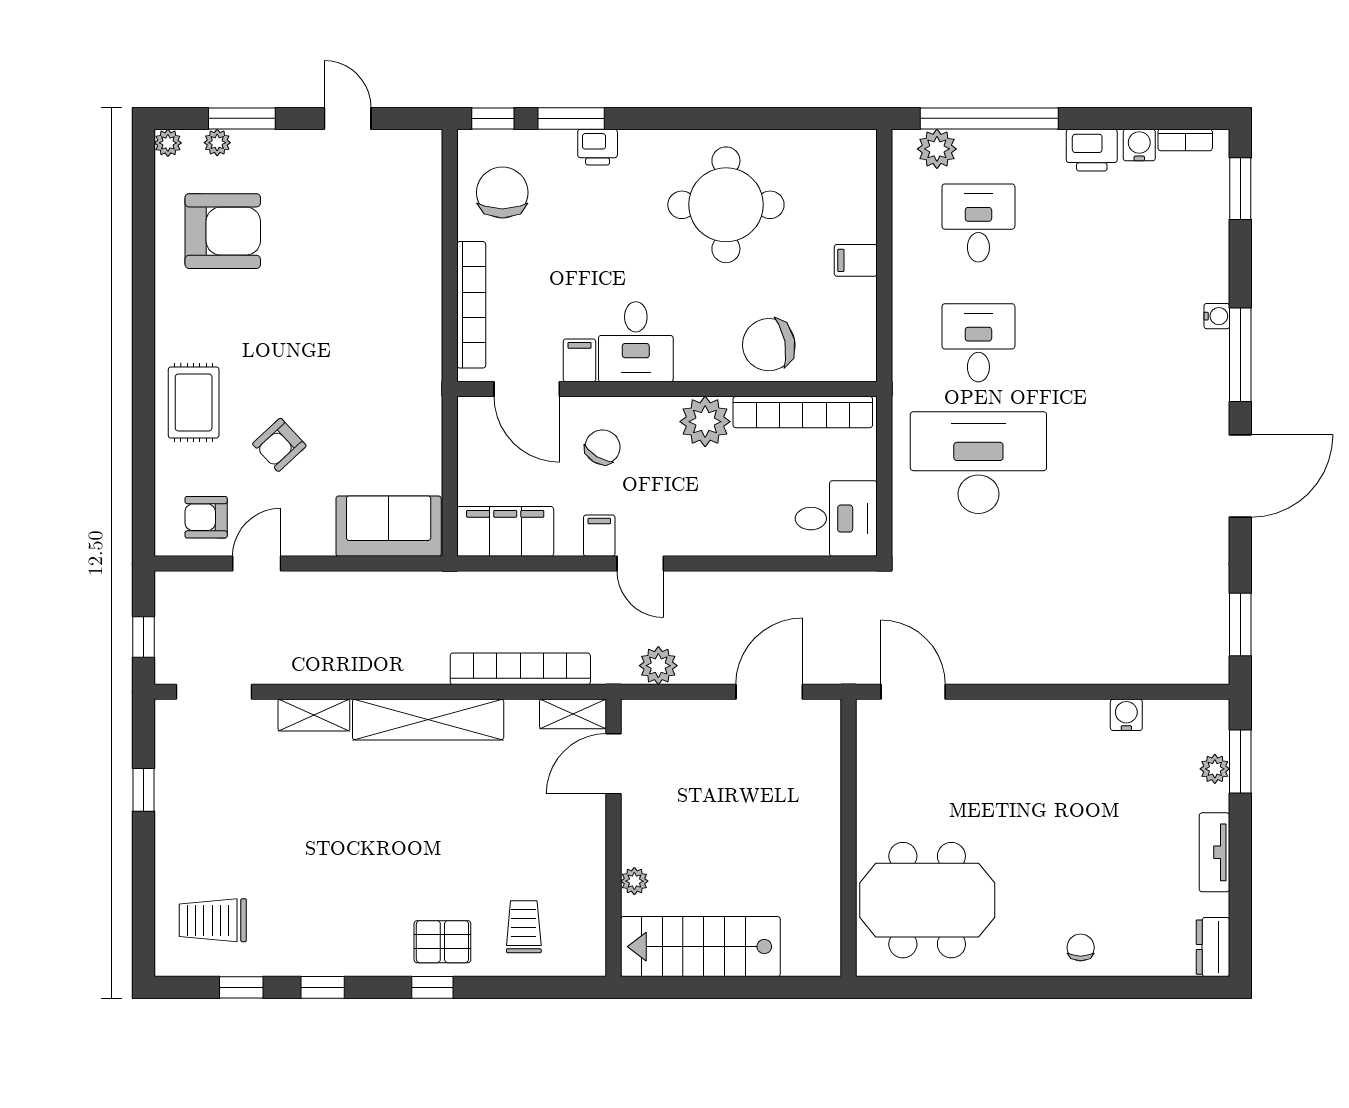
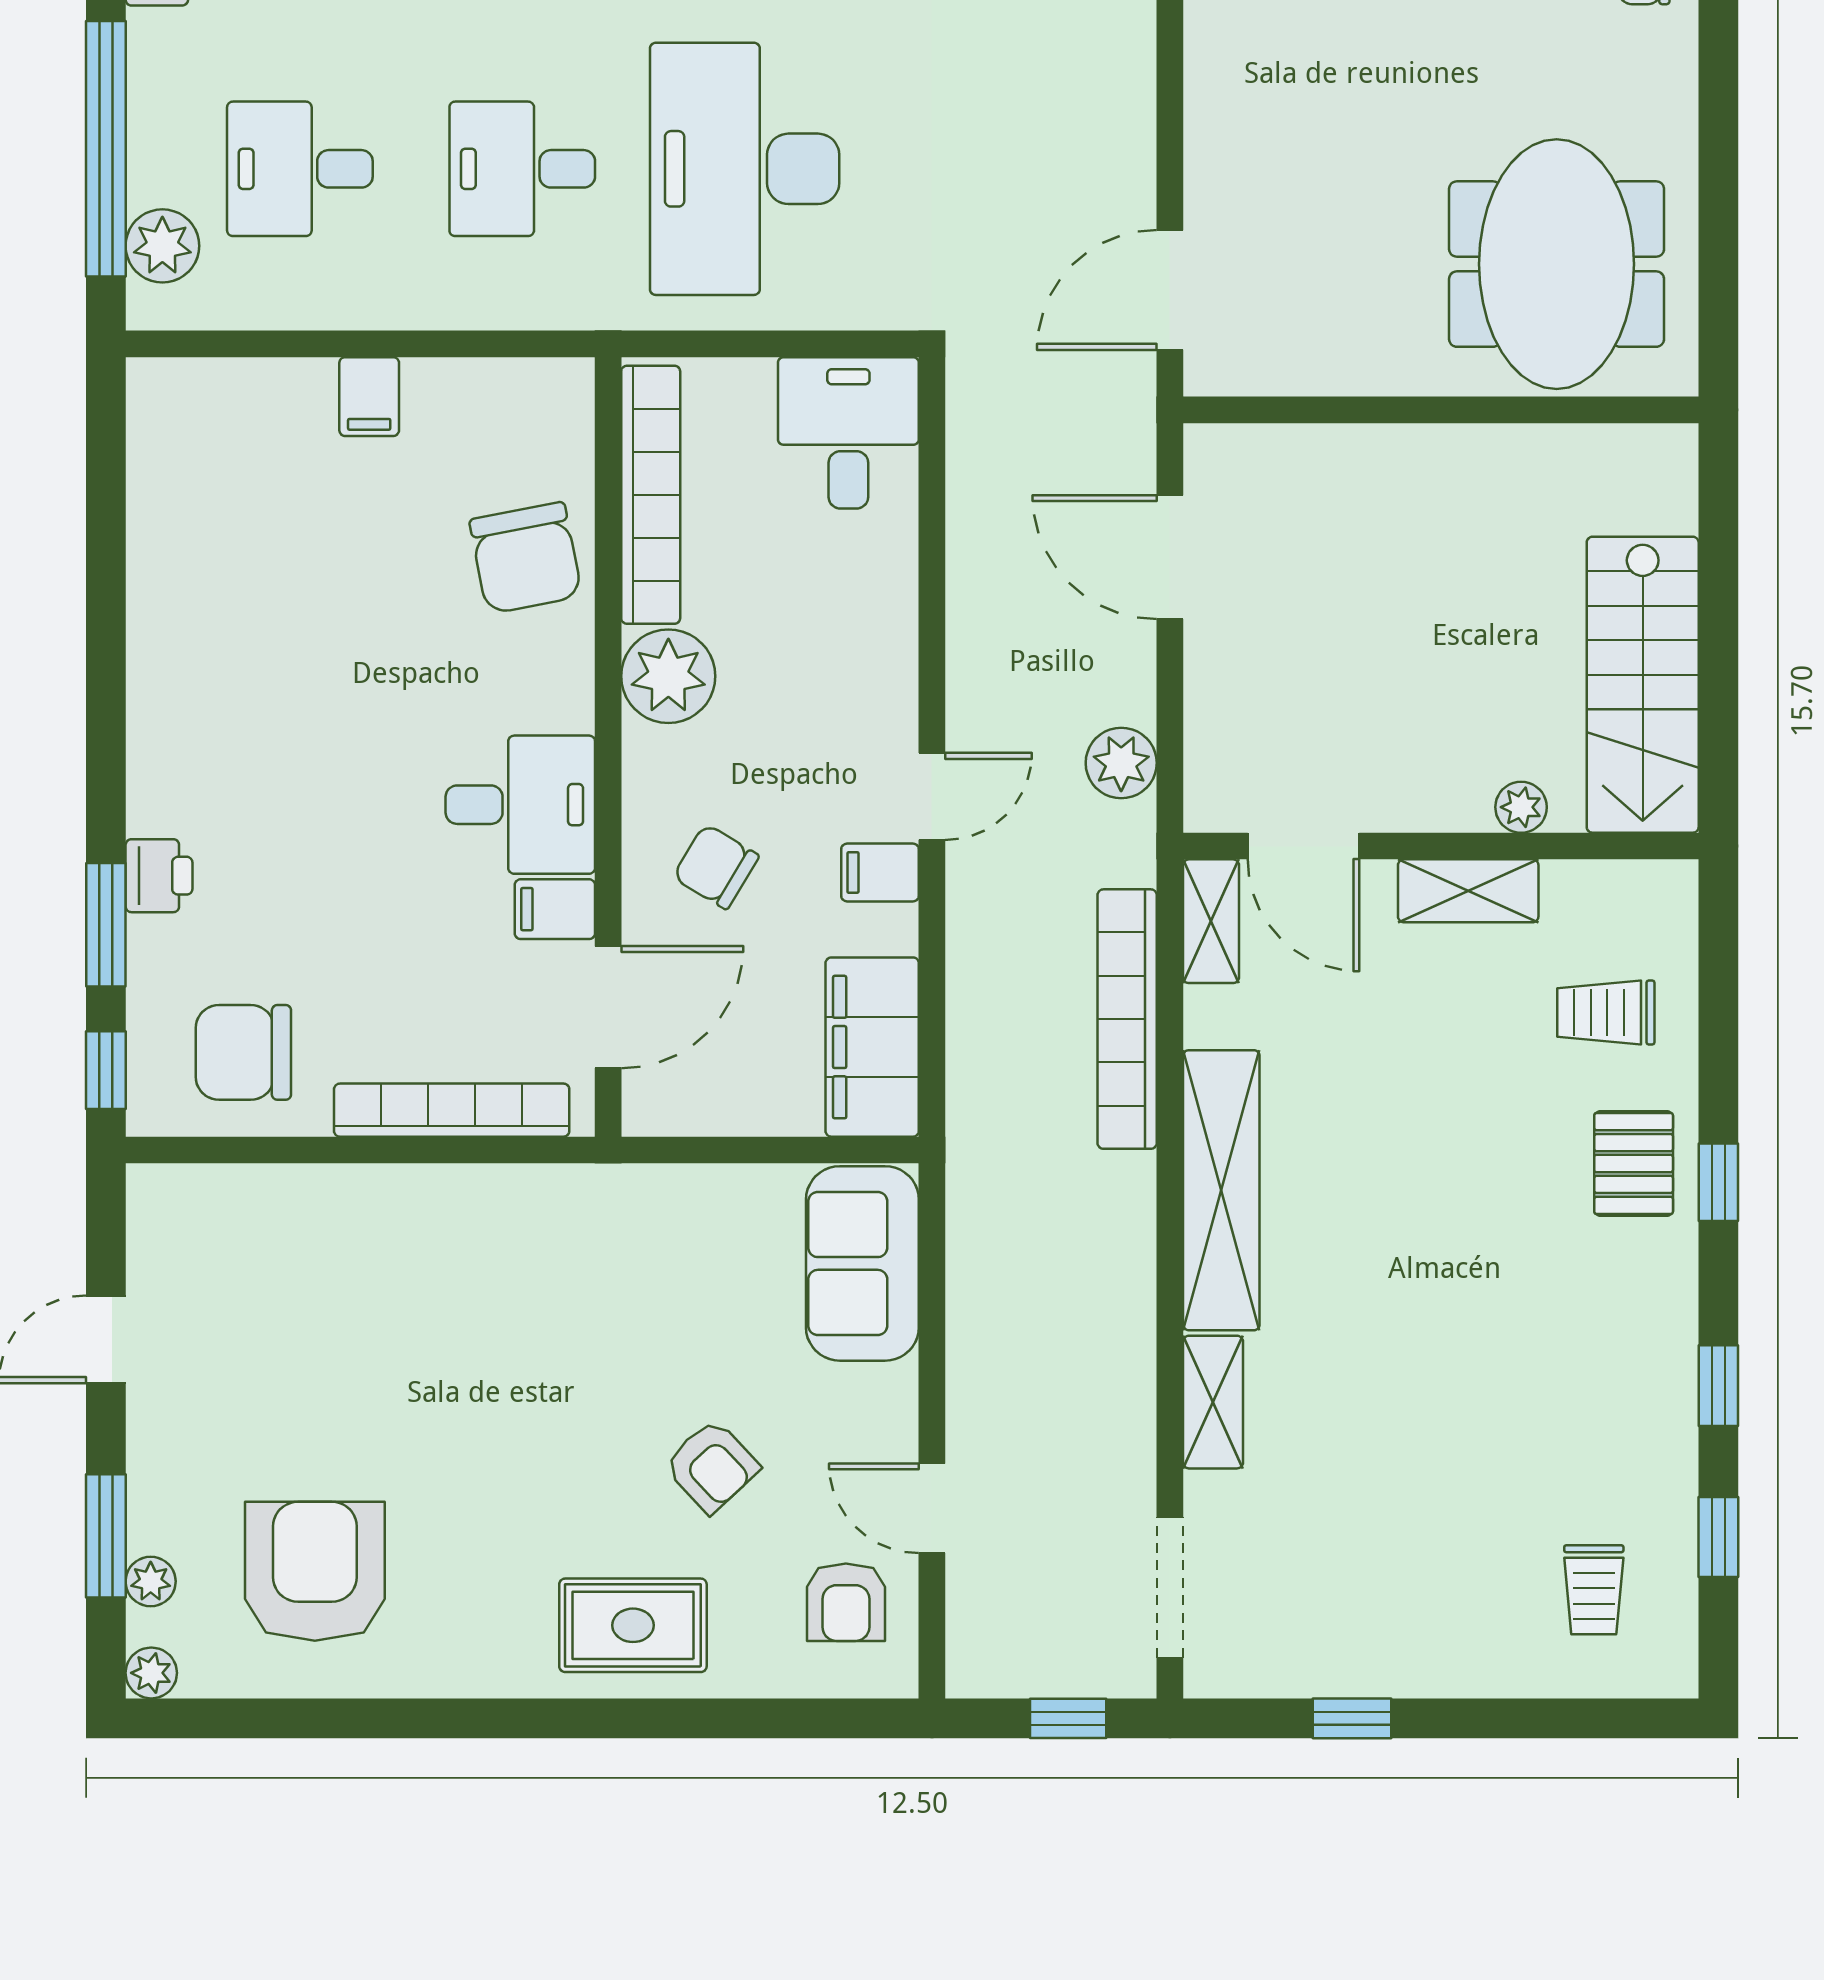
round table: (726, 205) -> (266, 637), removed
shelving: (589, 853) -> (1468, 891), added
trolley: (213, 920) -> (1594, 1590), width x0.73, depth x0.72

